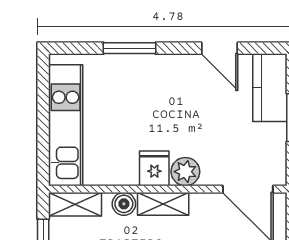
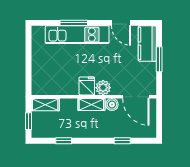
kitchen unit: (66, 125) -> (77, 35), moved, turned 90
boiler: (124, 204) -> (112, 105), moved

